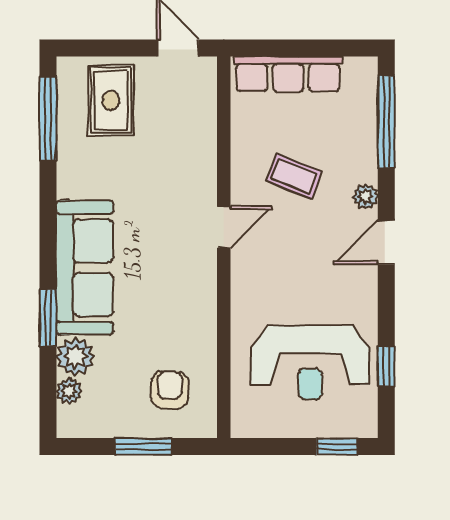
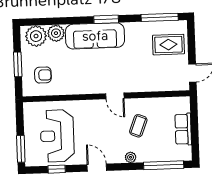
row of seats: (288, 74) -> (183, 129), width x0.68
door: (386, 243) -> (97, 168), moved
window: (48, 318) -> (106, 19), moved
plant: (69, 391) -> (36, 36), width x1.88, depth x1.88
window: (337, 446) -> (21, 149), width x1.50

